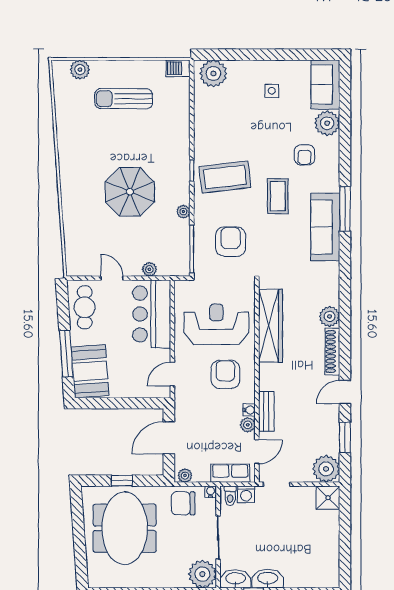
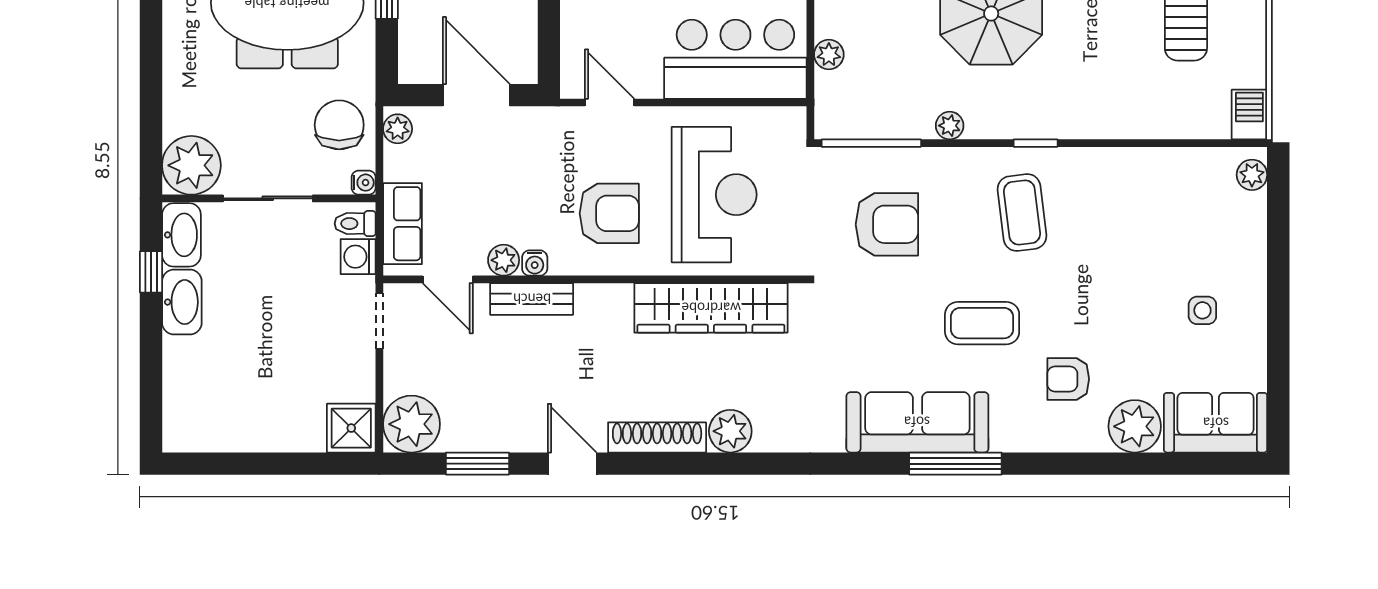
plant: (213, 73) -> (1252, 175), width x0.53, depth x0.53
coffee table: (225, 177) -> (1022, 213), width x0.73, depth x0.76

